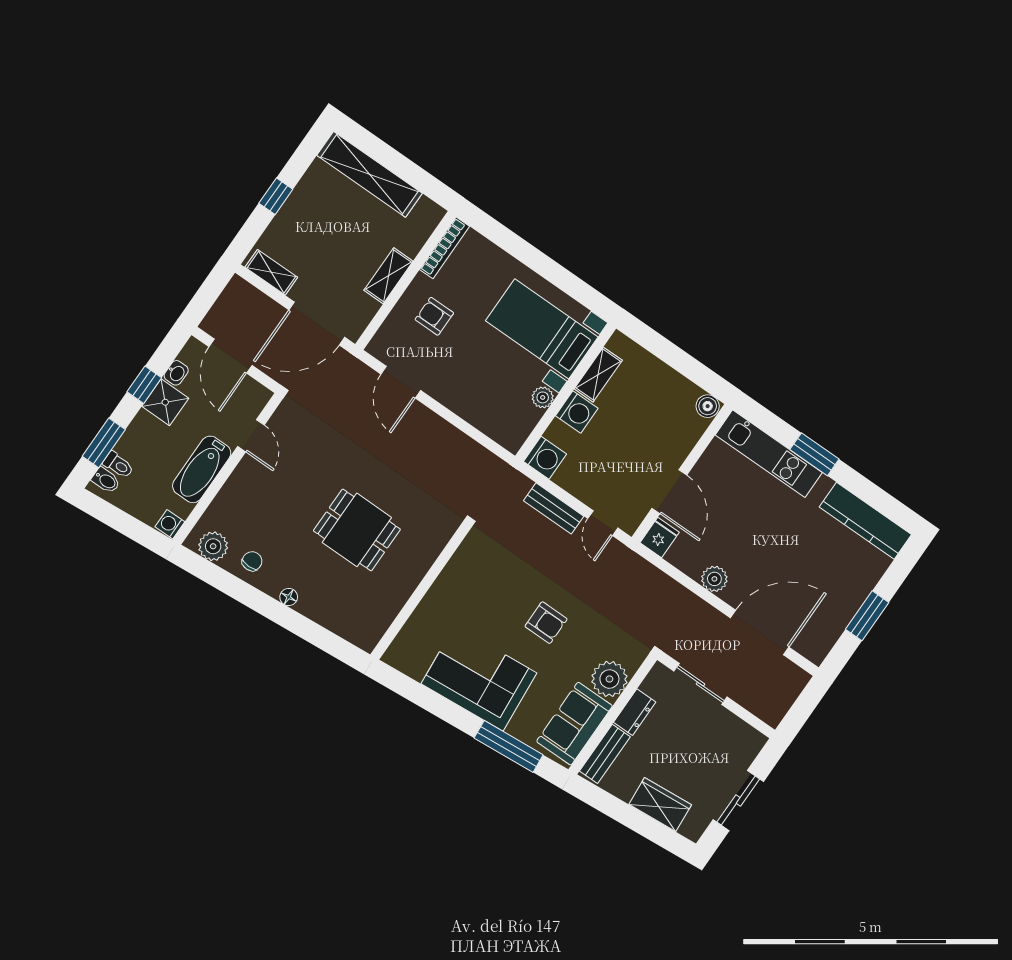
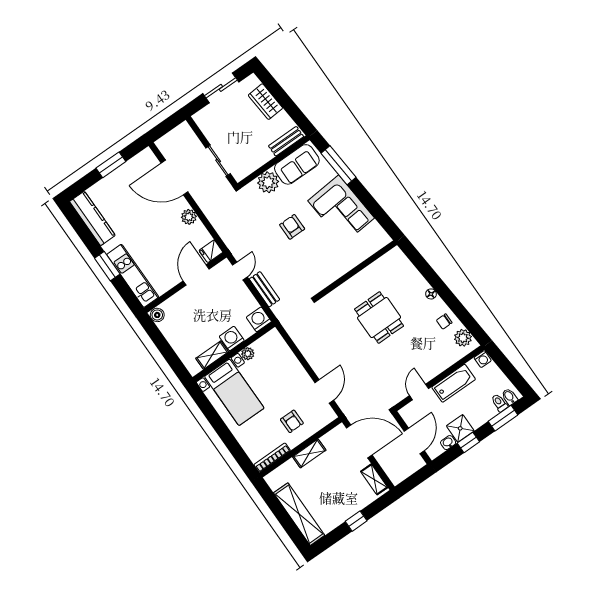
dresser: (635, 712) -> (261, 158), removed

